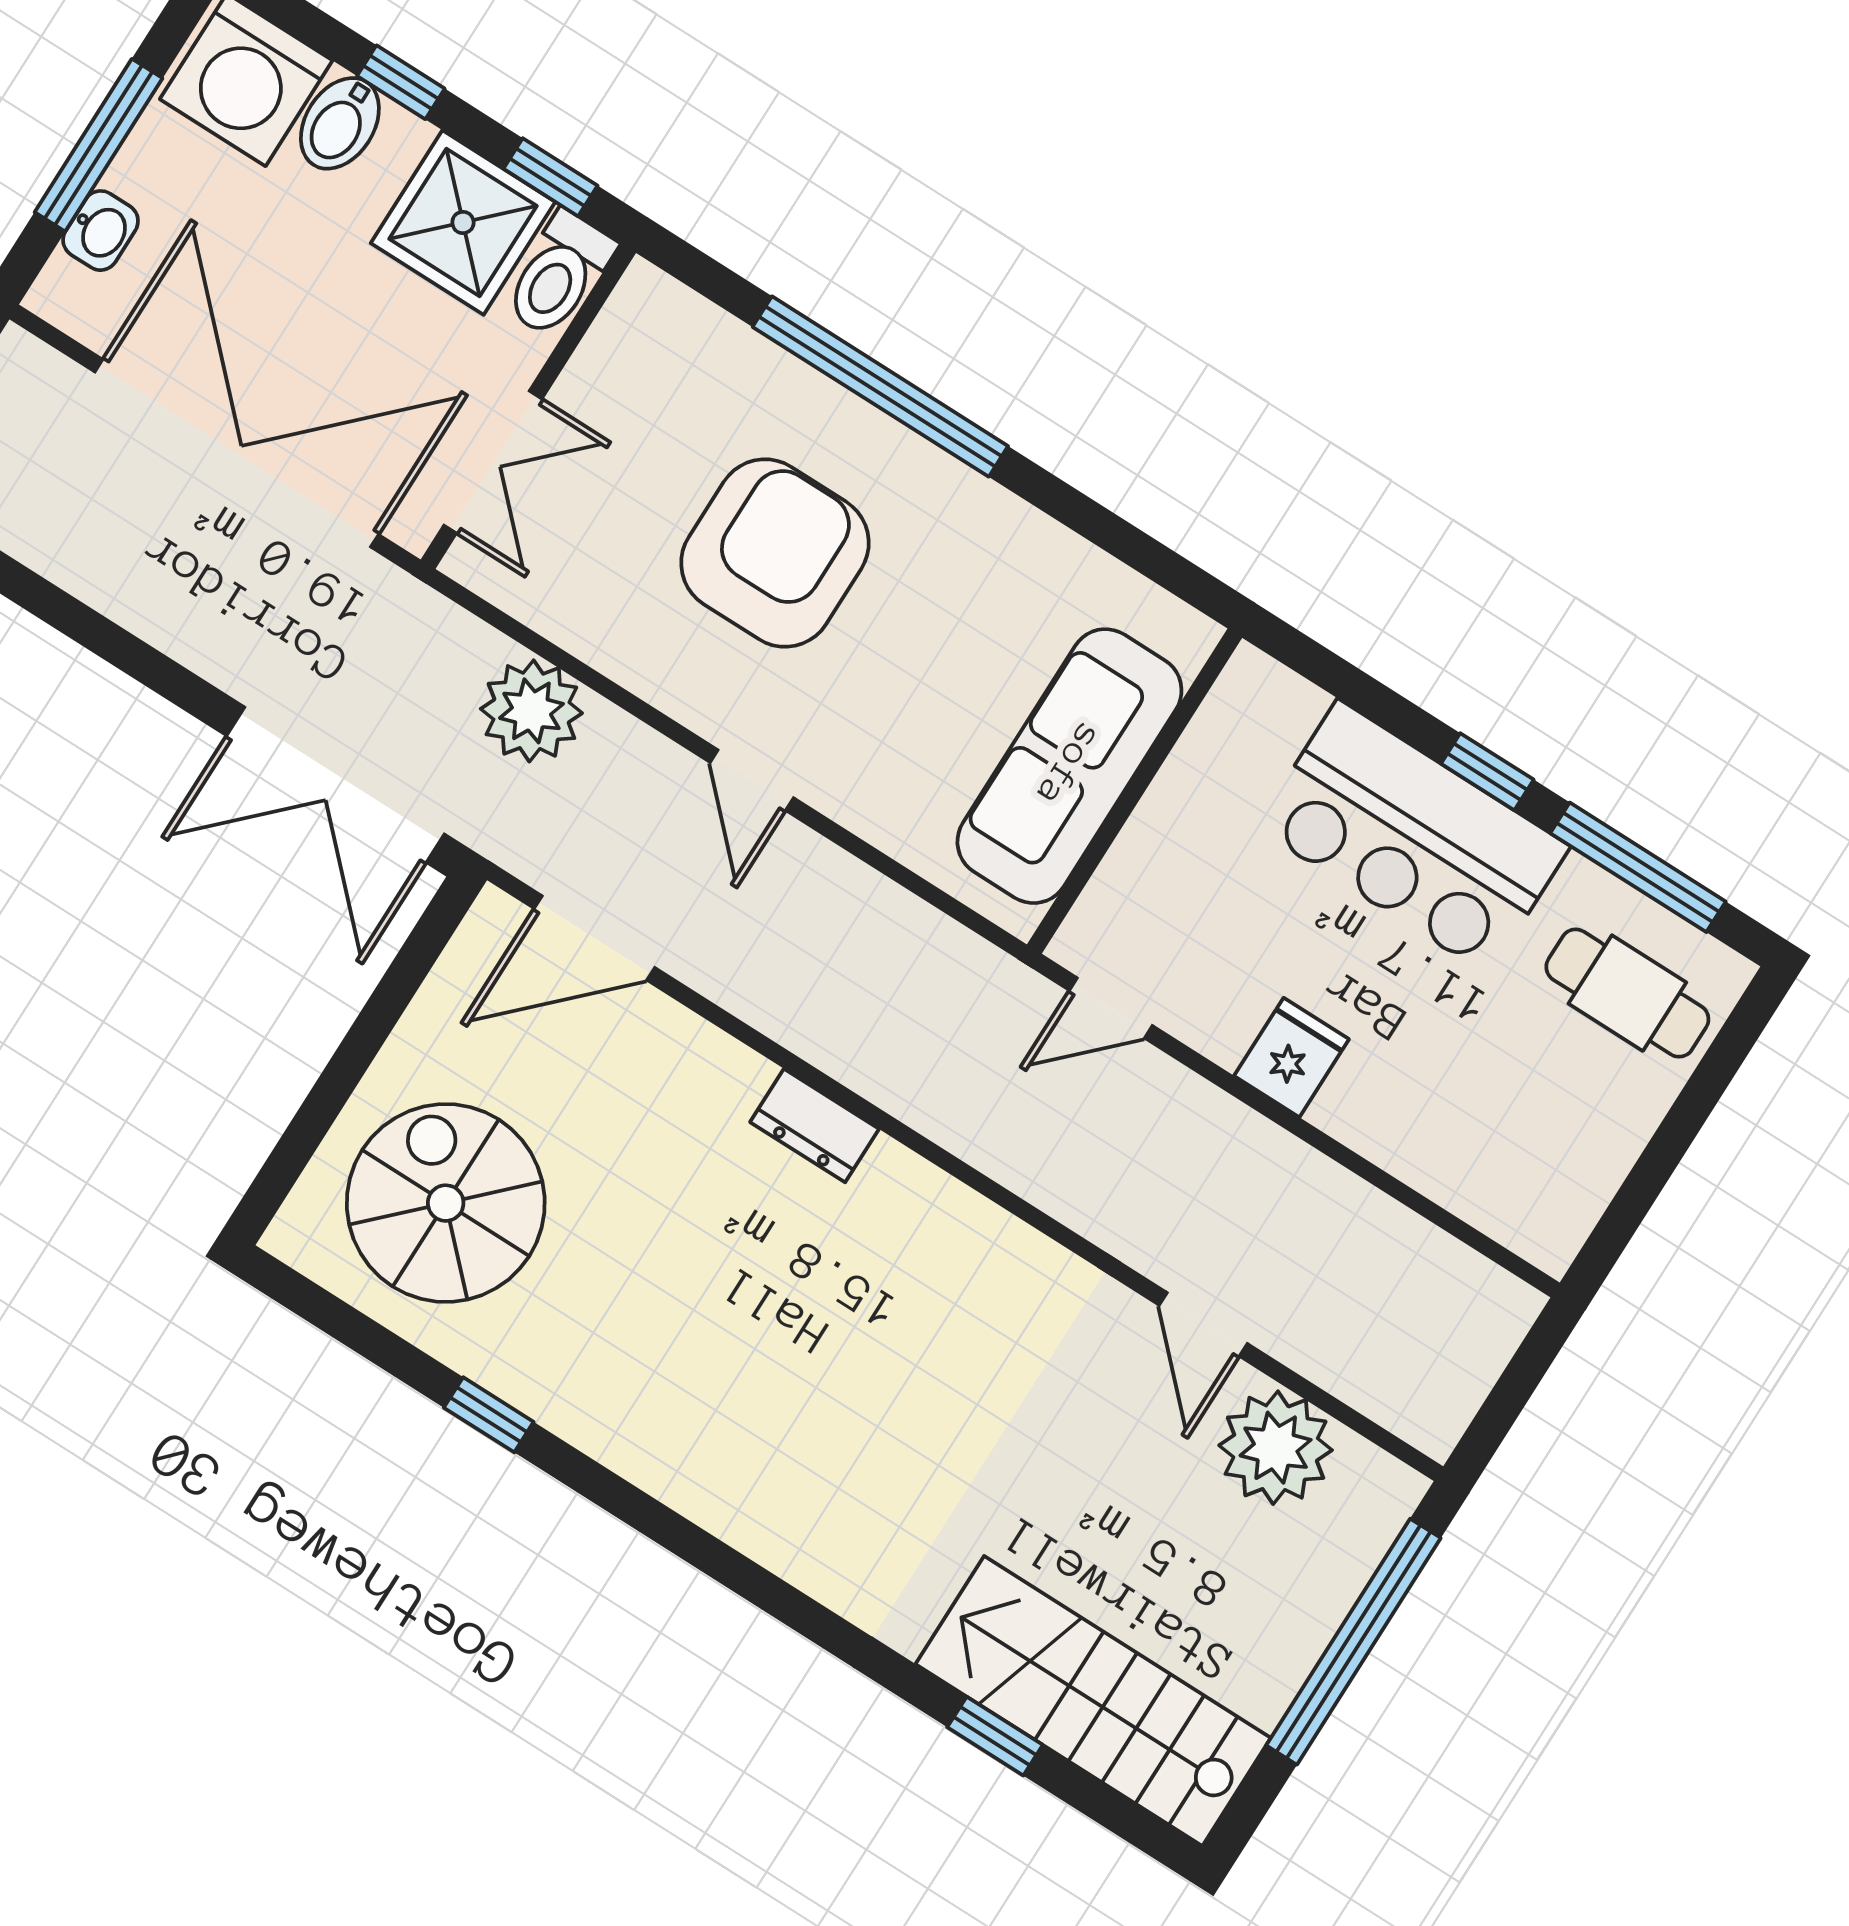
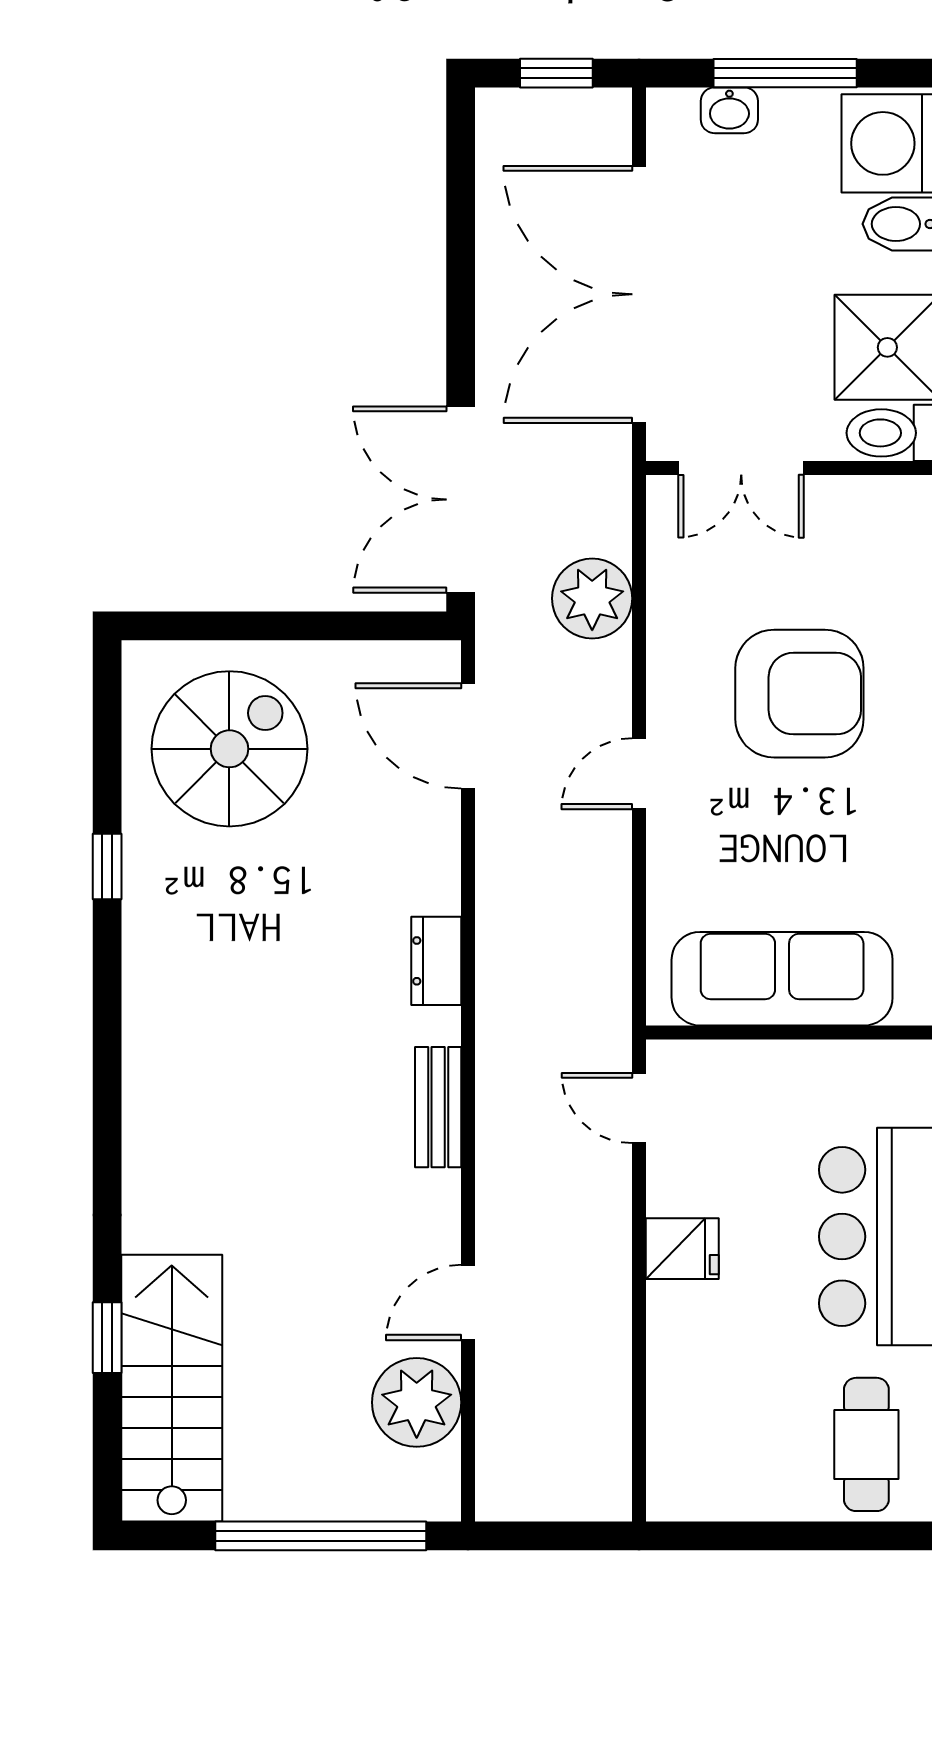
double door: (237, 453) -> (639, 294), swing flipped
bench: (973, 1223) -> (438, 1107), added

